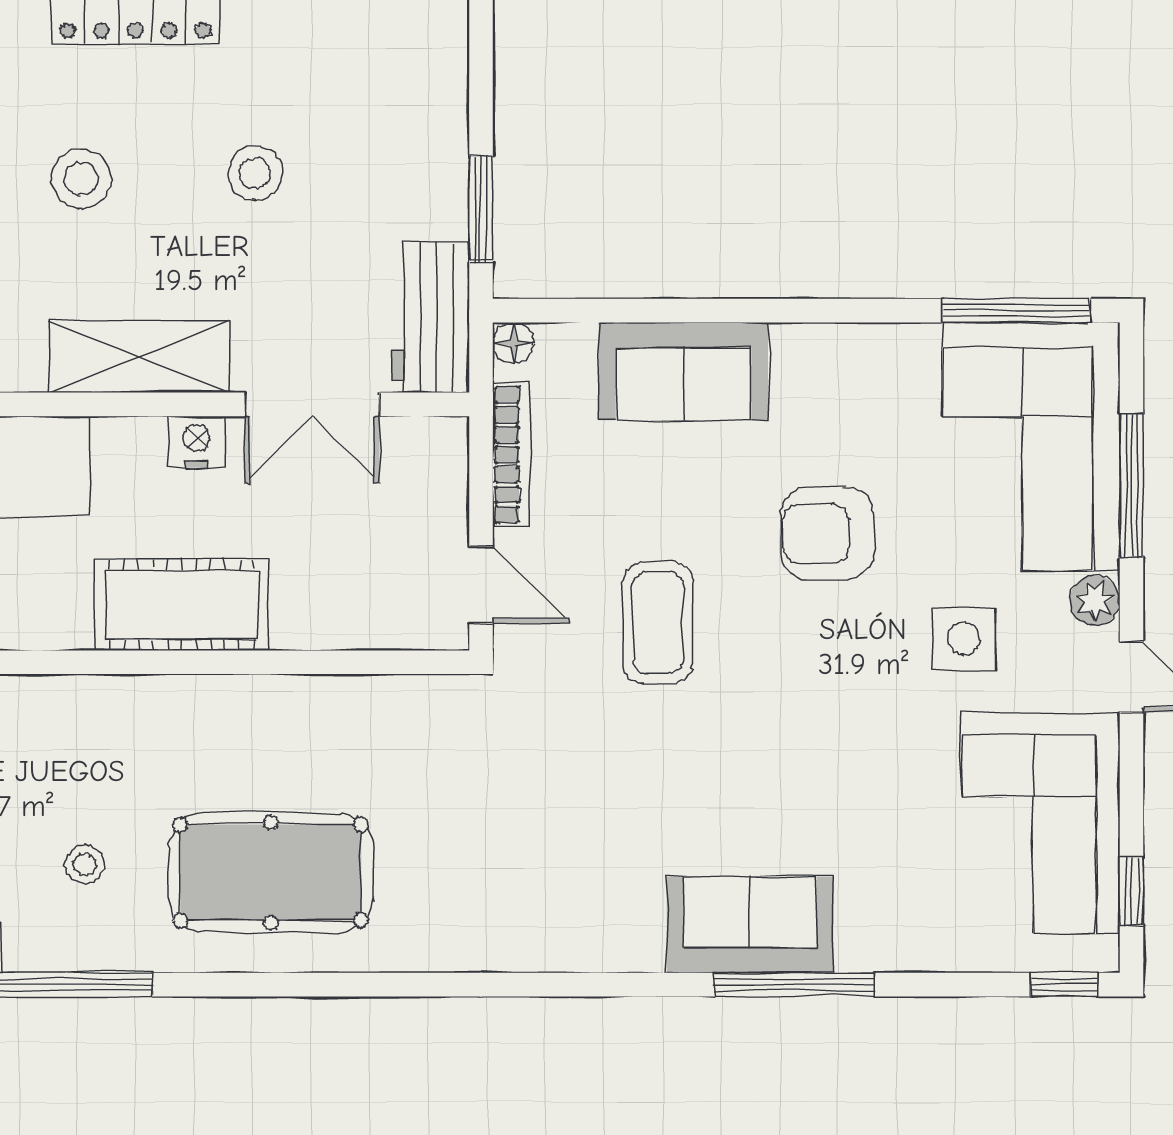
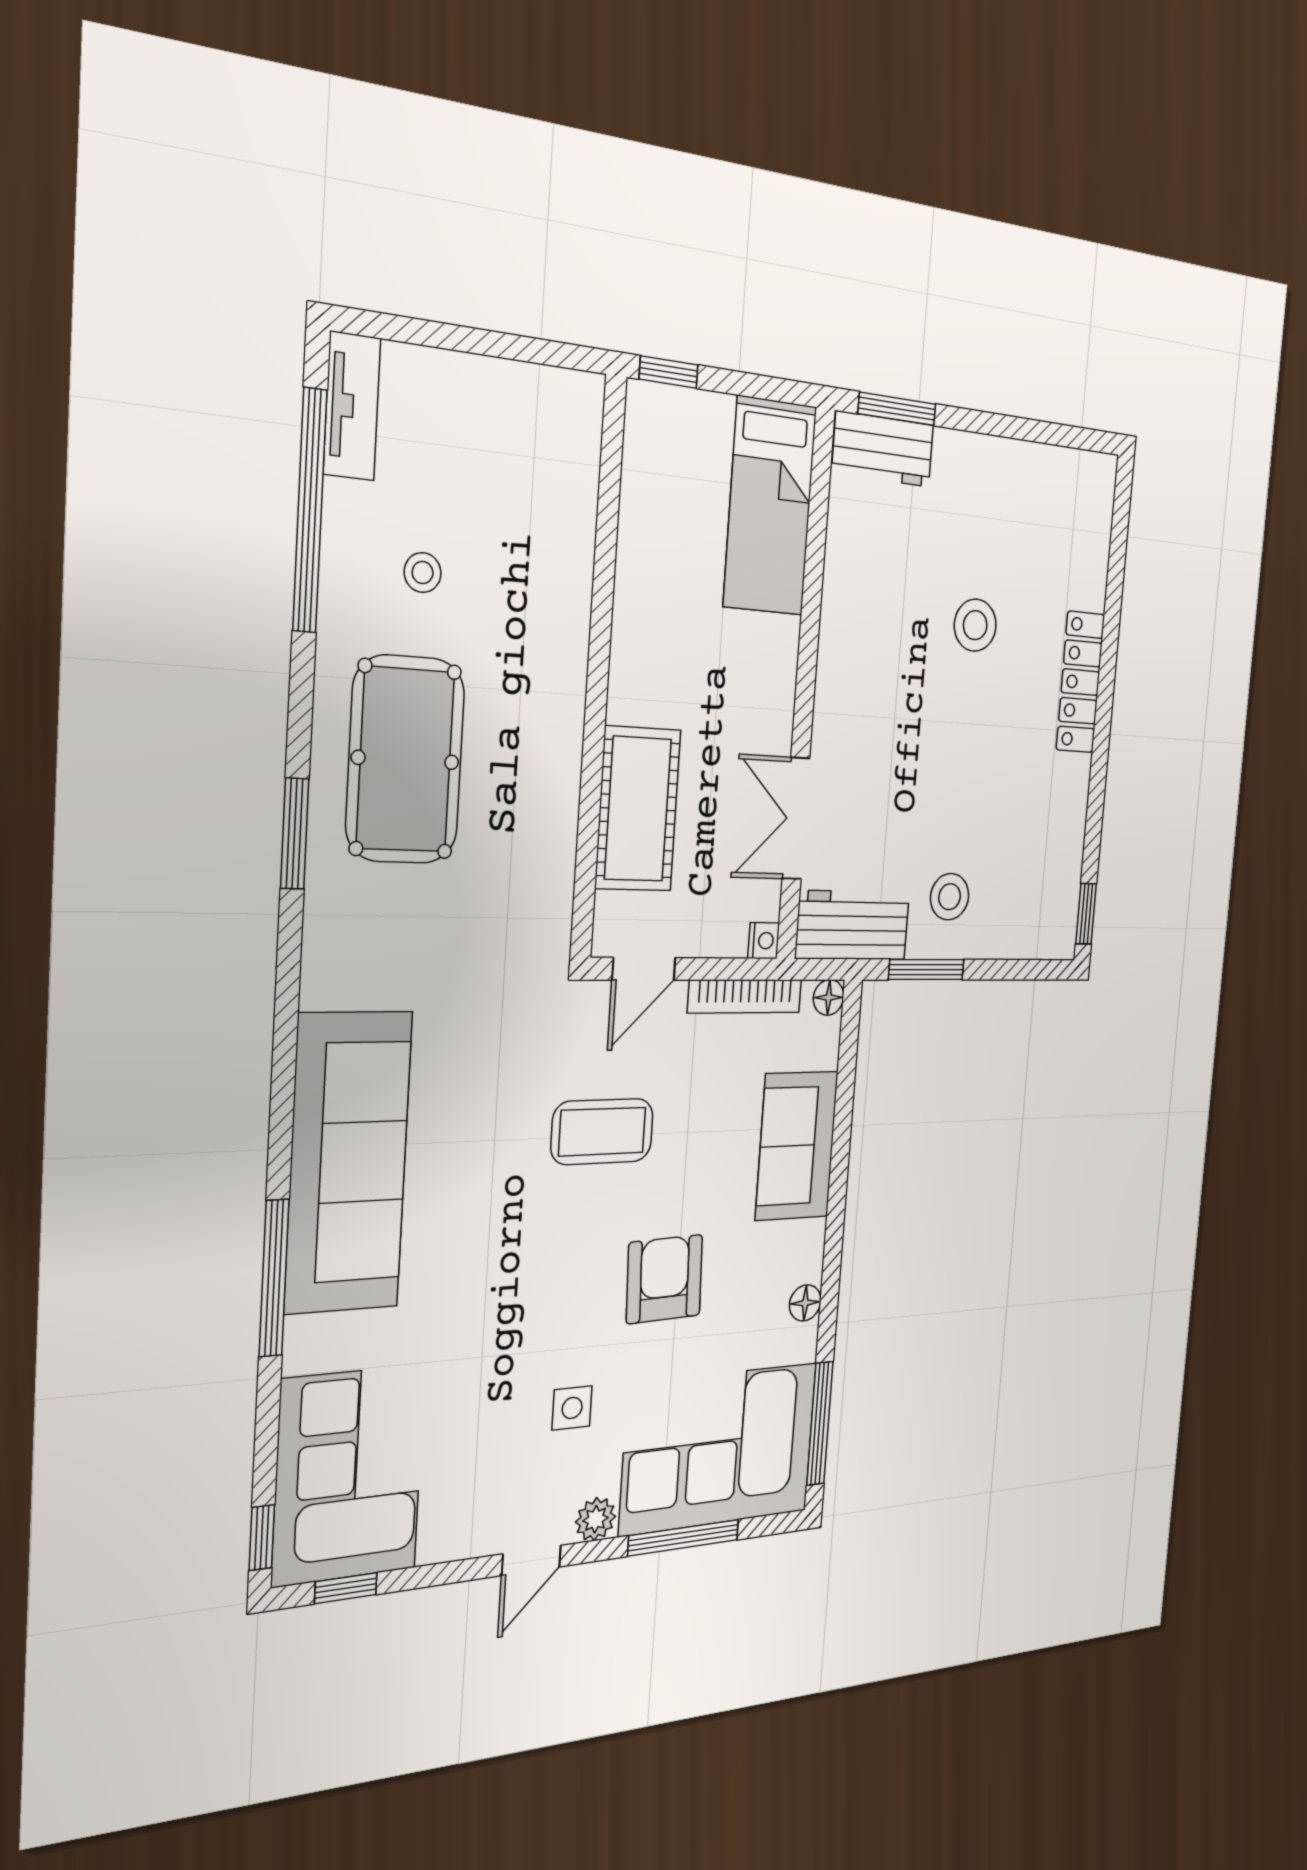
stool: (255, 173) -> (950, 897), moved
floor lamp: (869, 344) -> (805, 1303), added
shelving: (139, 357) -> (843, 664), removed
nightstand: (196, 442) -> (764, 941), moved, width x0.72, depth x0.74
cot: (182, 605) -> (638, 809), moved
side table: (964, 639) -> (572, 1408), width x0.73, depth x0.73
corner sofa: (1041, 823) -> (349, 1475), moved, turned 90
sofa: (750, 925) -> (348, 1162), width x1.85, depth x1.27
window: (348, 985) -> (295, 834), added

